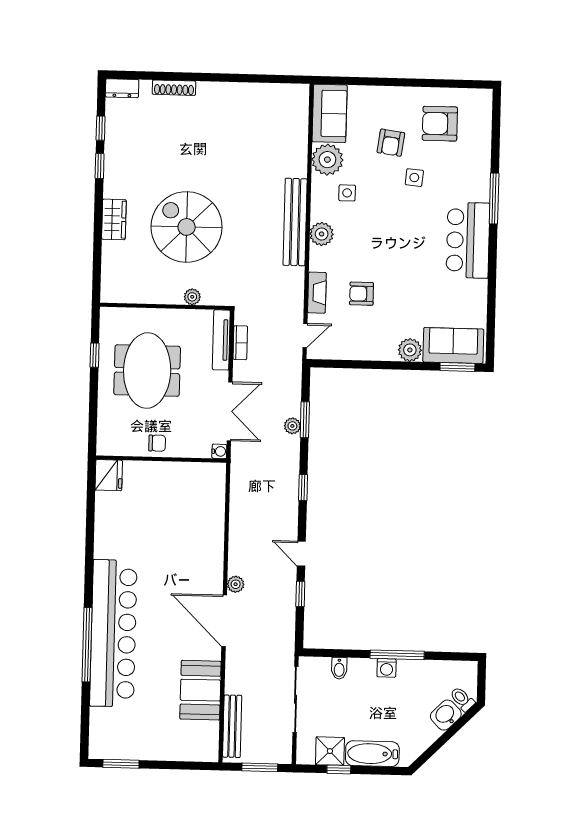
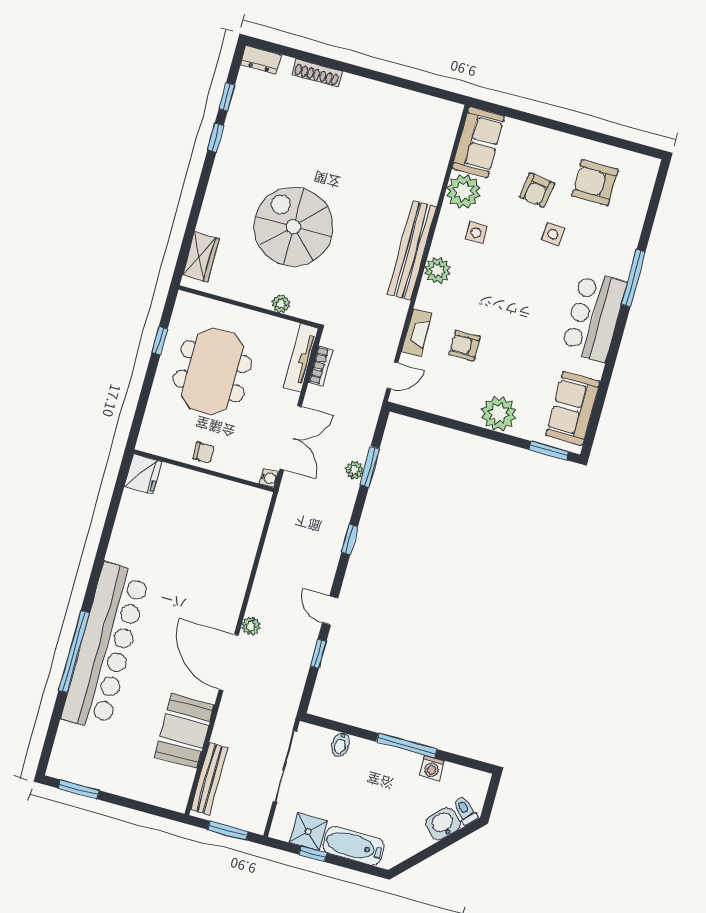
wardrobe: (114, 219) -> (201, 257), moved
sofa: (453, 345) -> (573, 408), moved, turned -90
plant: (410, 350) -> (499, 414), width x1.36, depth x1.36
washing machine: (387, 668) -> (432, 768), moved

